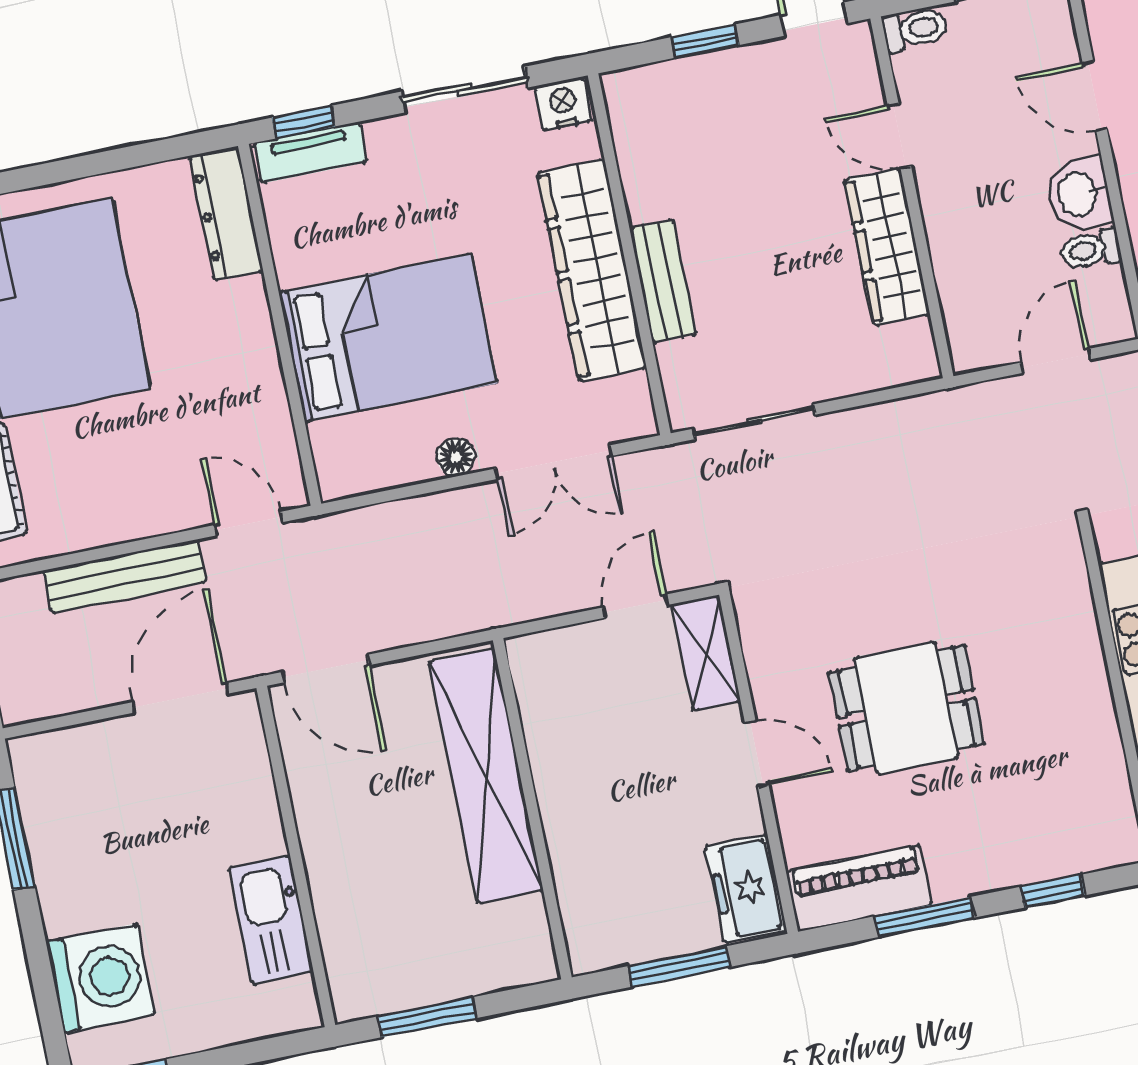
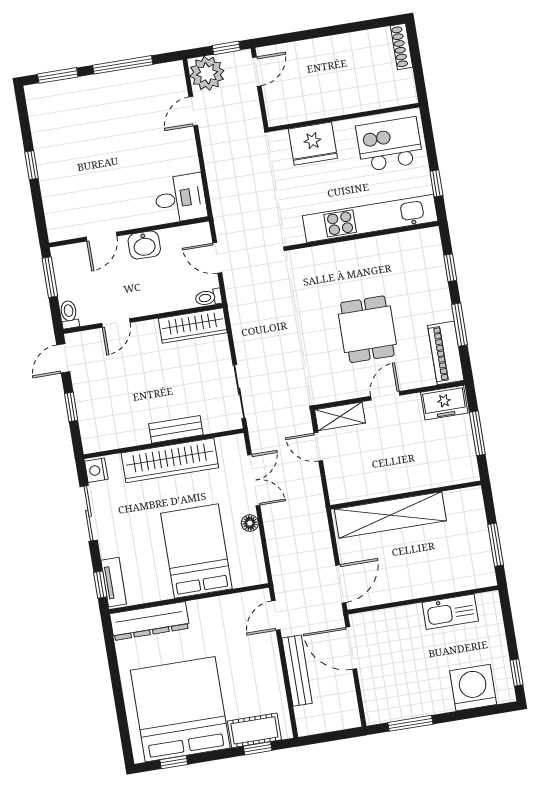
dresser: (226, 213) -> (150, 621), width x1.37, depth x1.24
wardrobe: (887, 247) -> (193, 326), moved
toilet: (1091, 250) -> (208, 297), moved, turned 90

